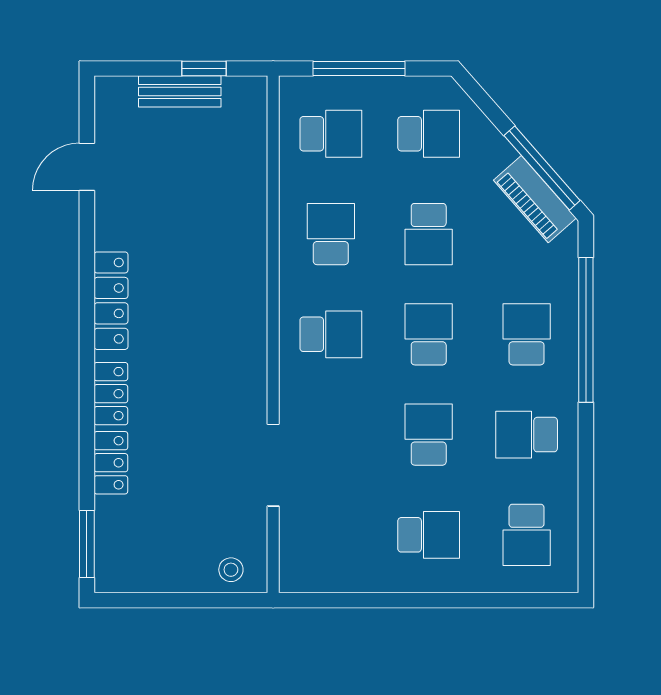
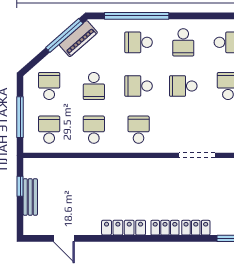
school desk: (331, 234) -> (94, 130), turned 90
school desk: (429, 234) -> (94, 86), turned 90

